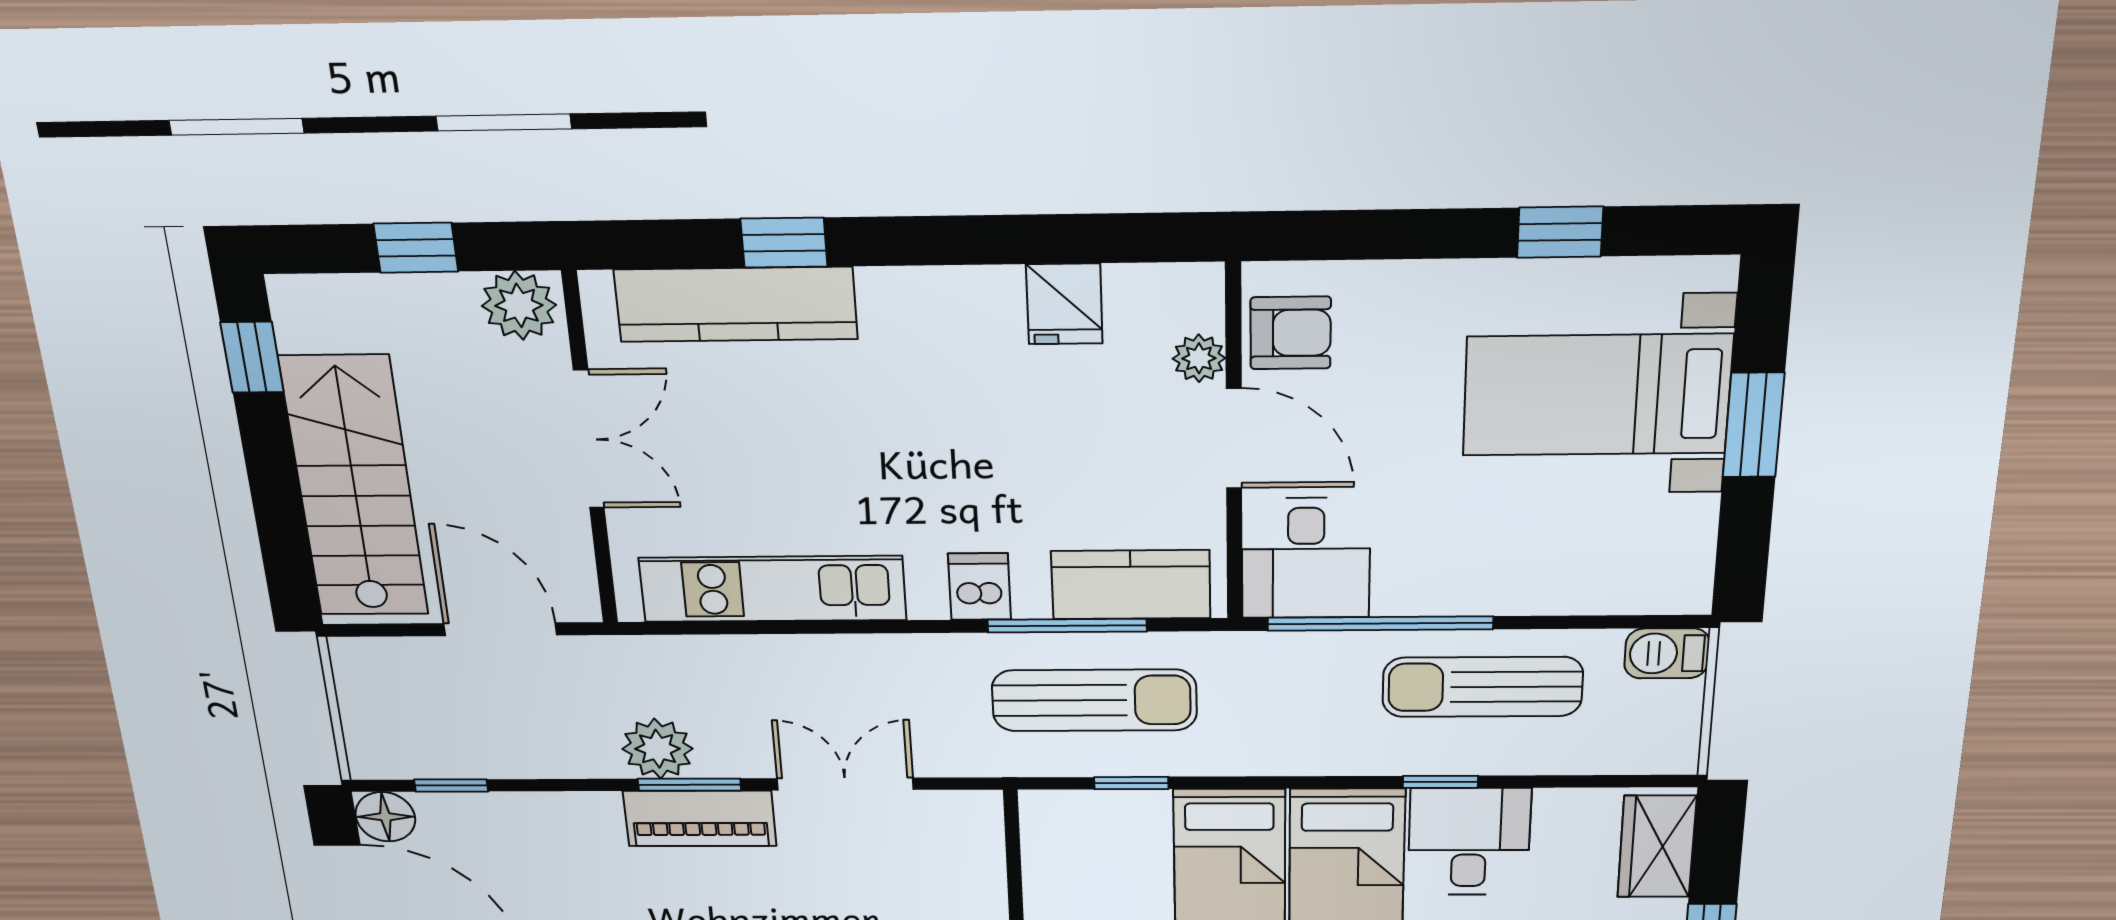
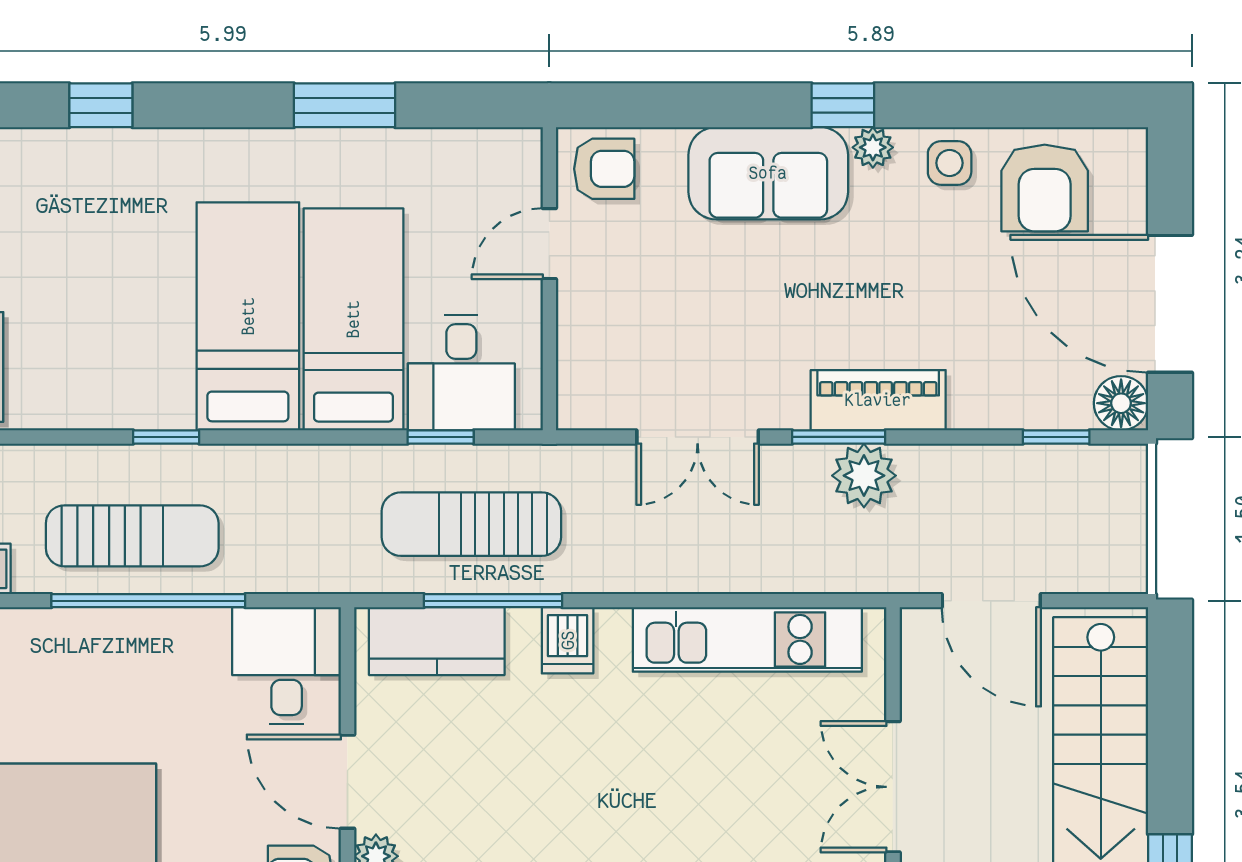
window: (1380, 624) -> (148, 601), moved
piano: (700, 818) -> (878, 400), moved
desk: (1469, 842) -> (461, 373), moved

